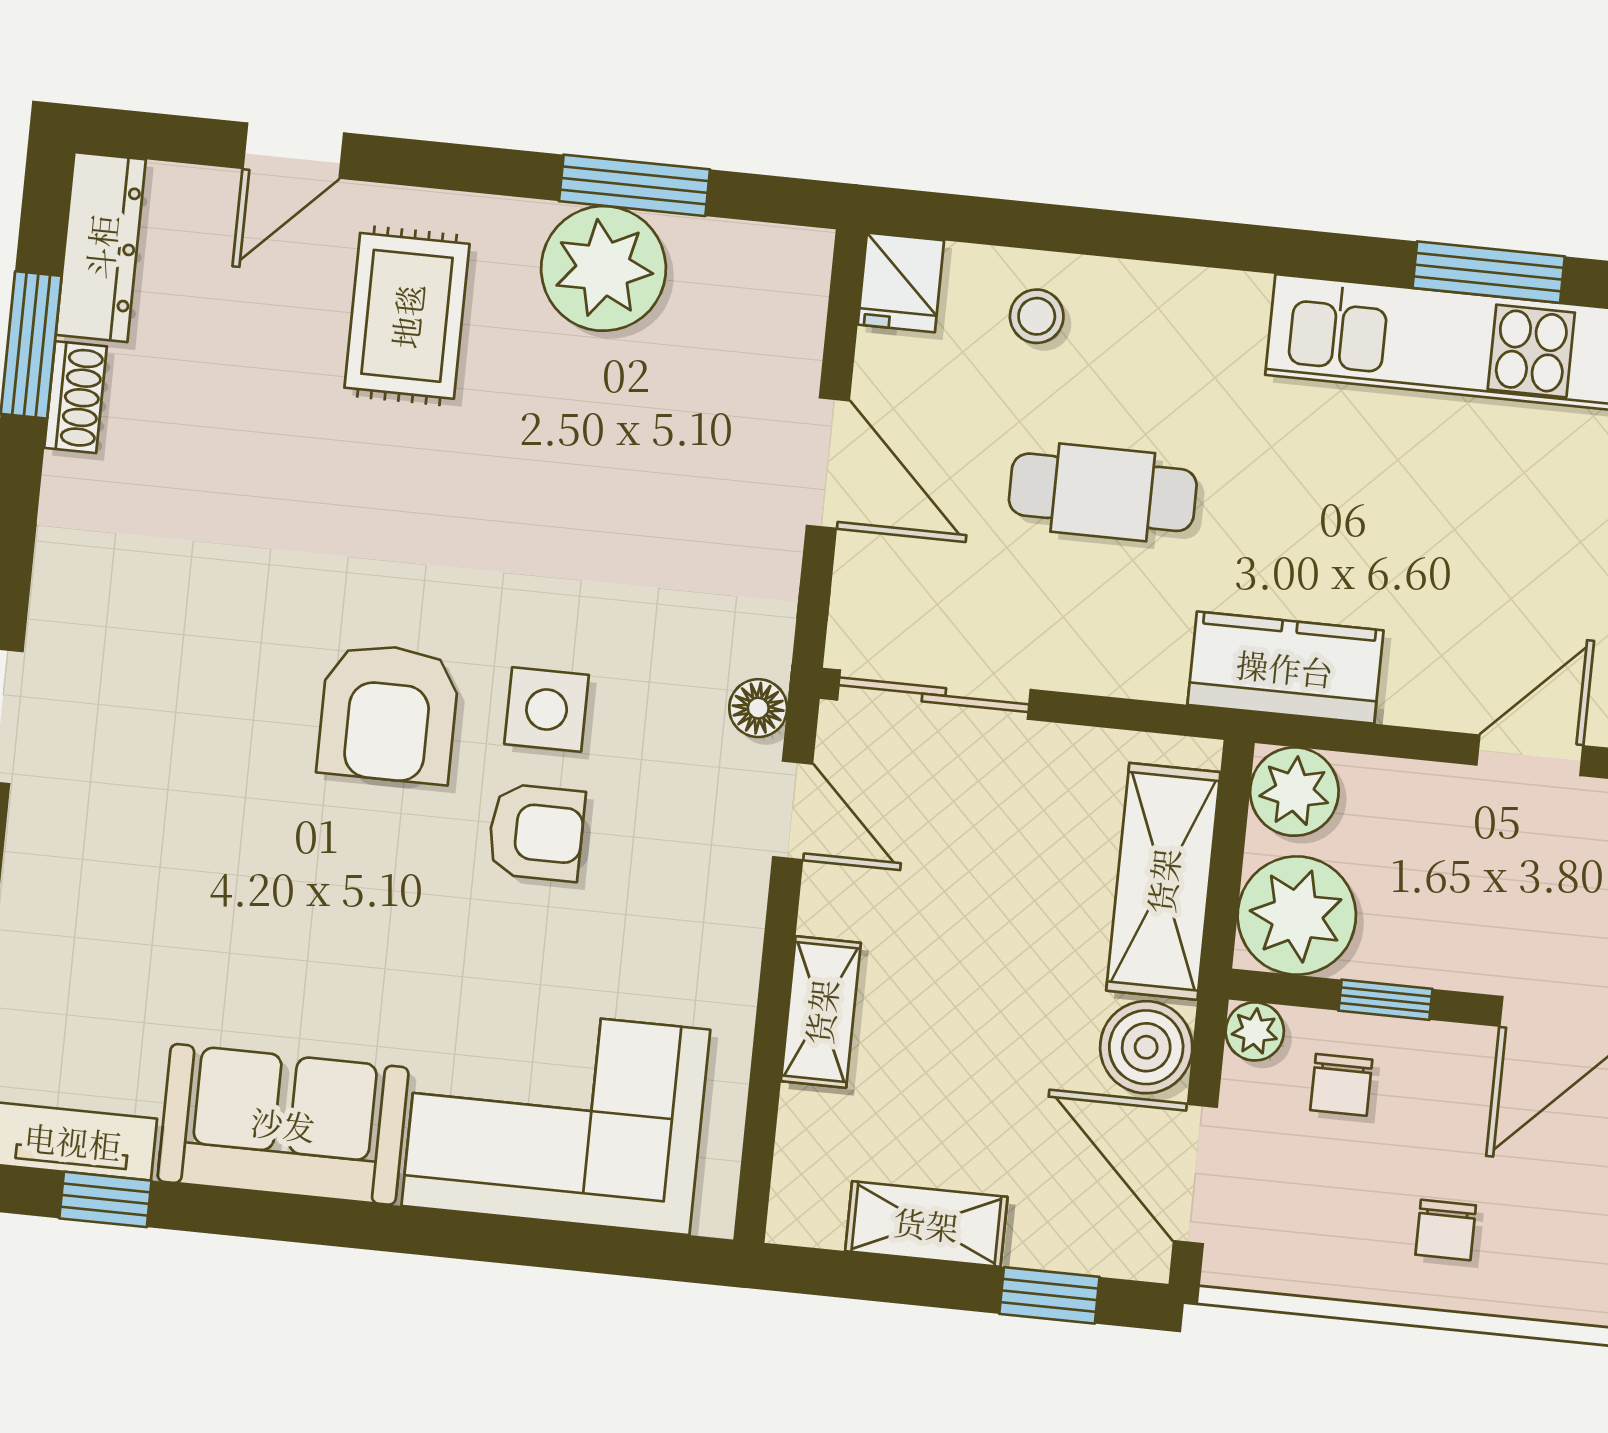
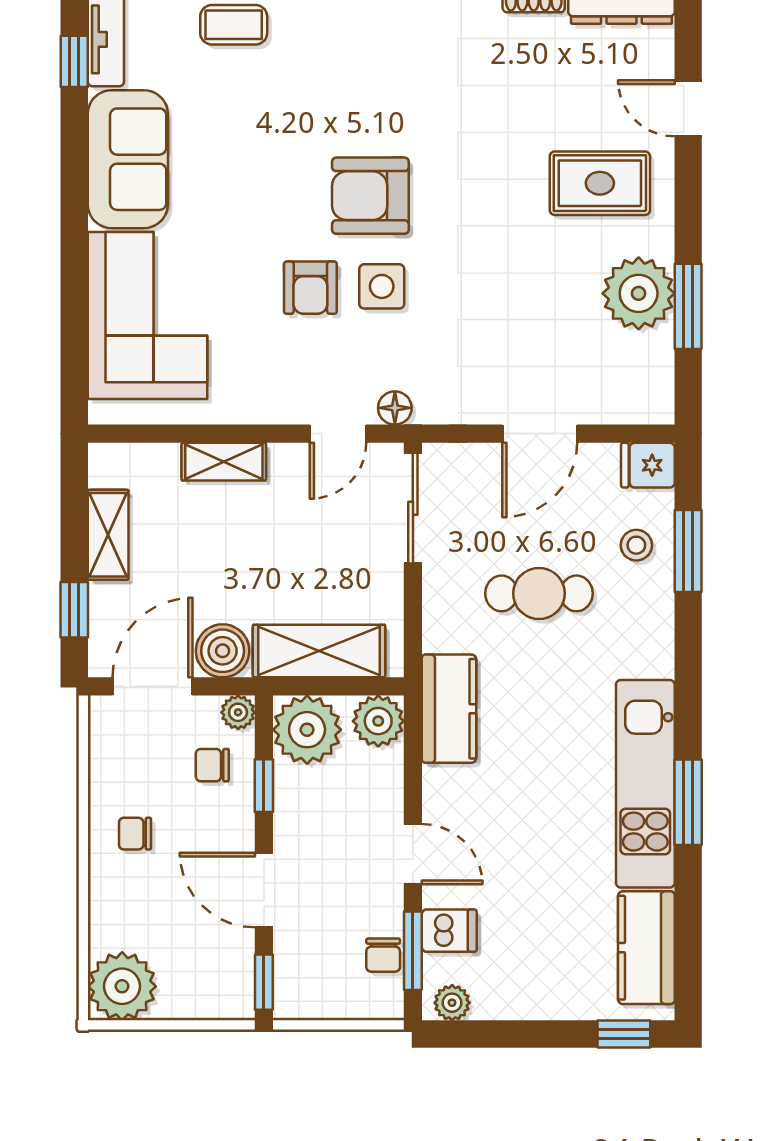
window: (1056, 228) -> (688, 551), added
cafe table: (1103, 492) -> (539, 593), turned 90
coffee table: (70, 919) -> (234, 25), added

